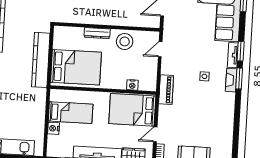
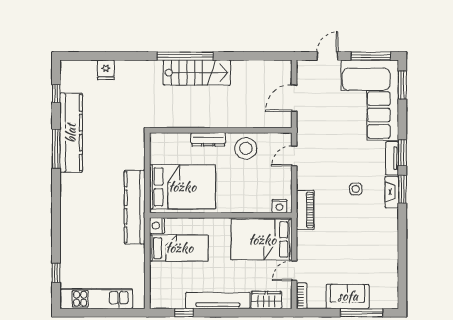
kitchen counter: (41, 60) -> (135, 207), moved
nightstand: (132, 85) -> (279, 206), moved
nightstand: (53, 128) -> (157, 226), moved

